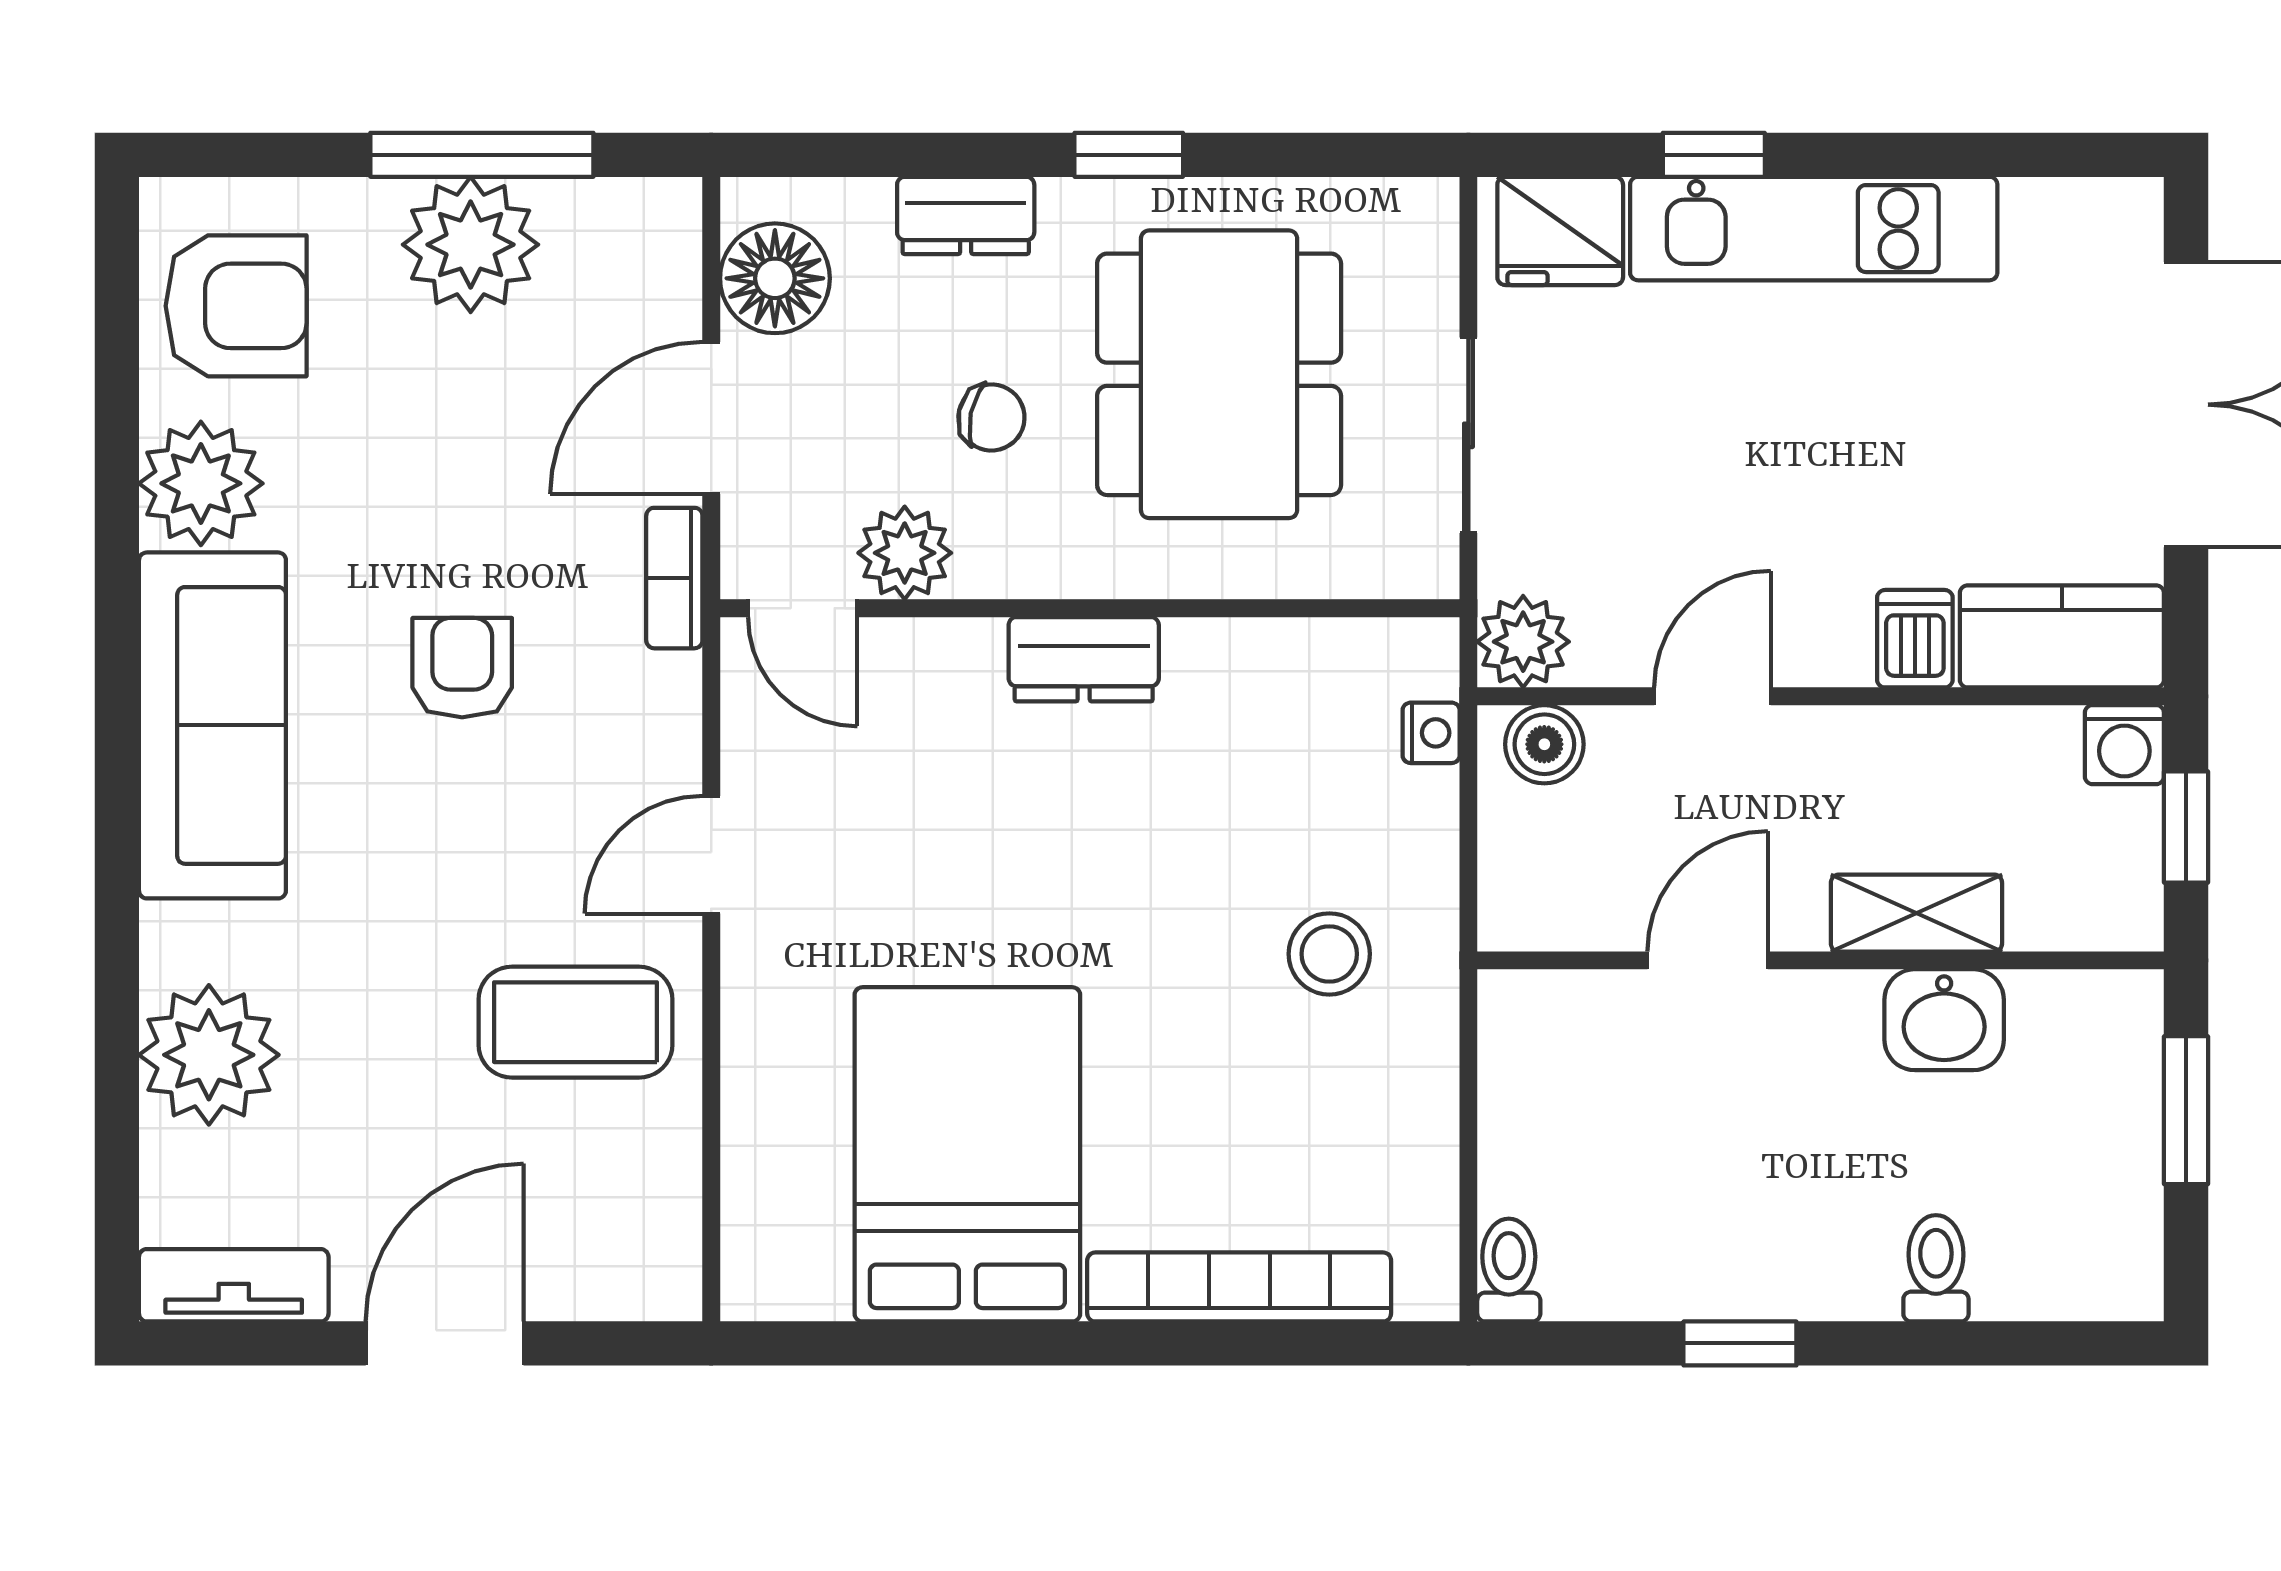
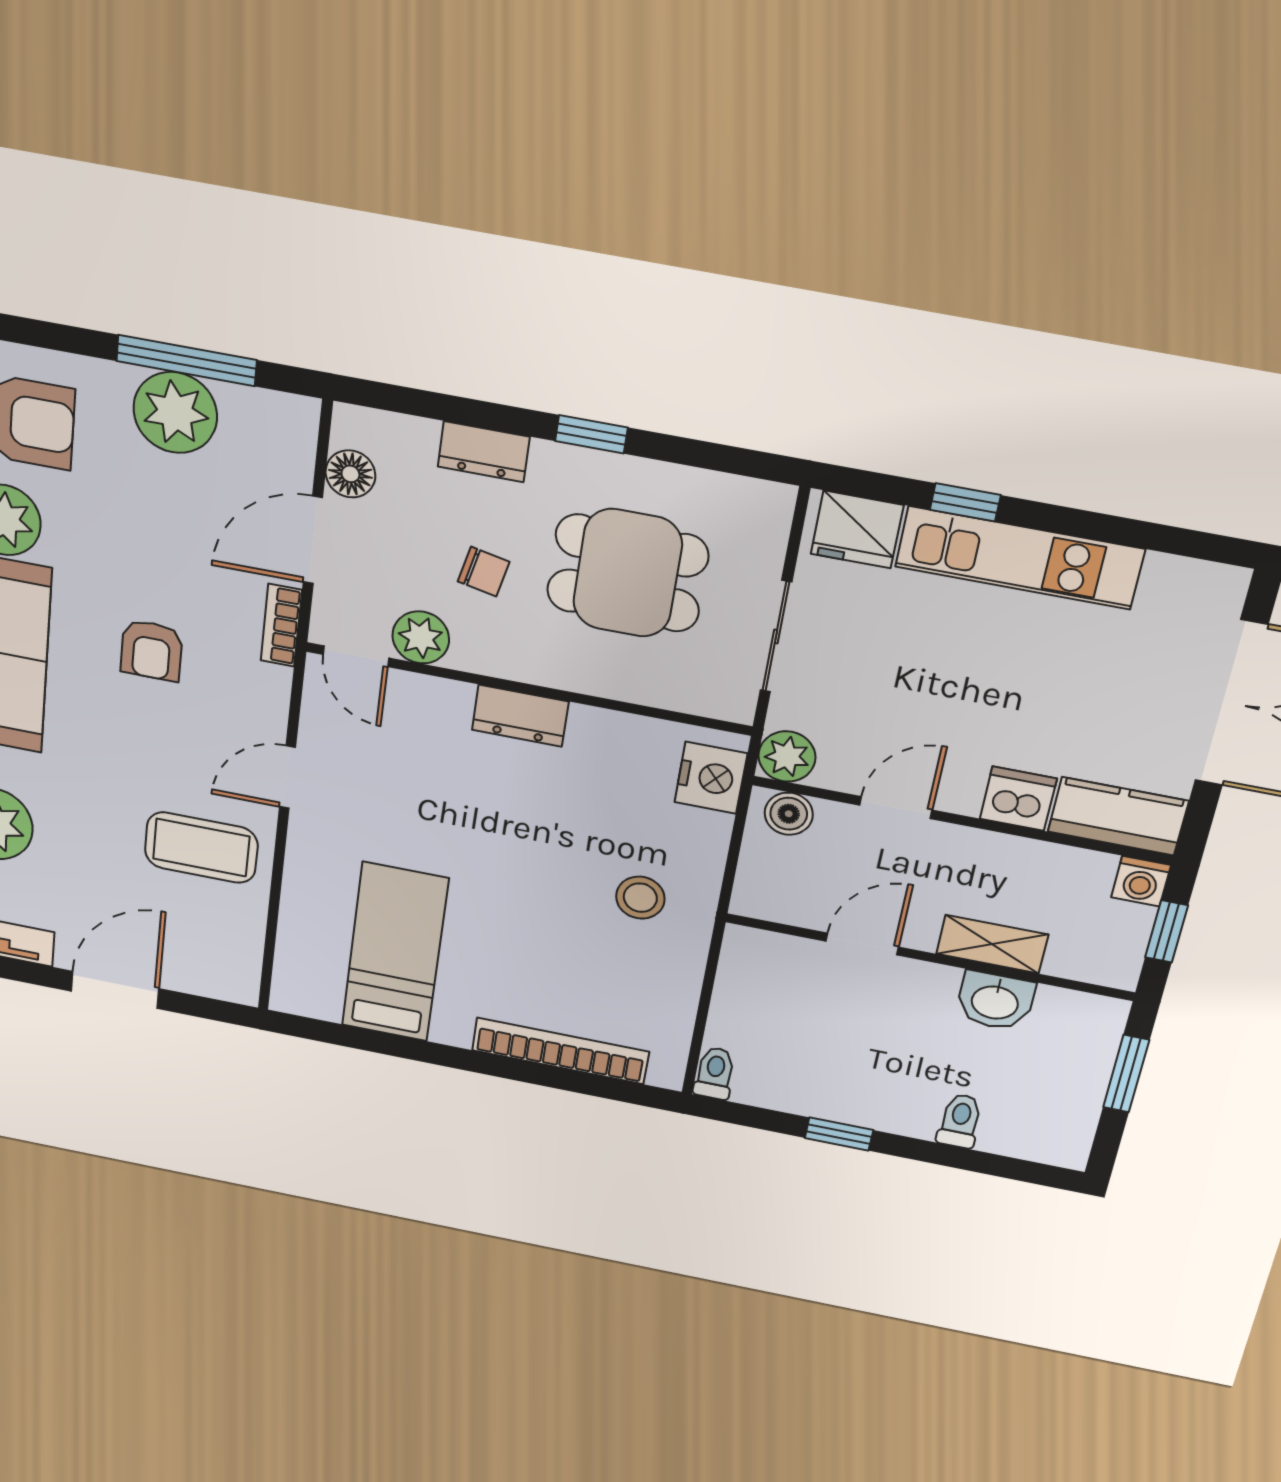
floor lamp: (775, 278) -> (350, 474), width x0.73, depth x0.73
dining table: (1219, 374) -> (627, 573), width x0.73
dishwasher: (1915, 639) -> (1018, 799), width x1.38
armchair: (462, 668) -> (151, 650), turned 180
nightstand: (1431, 733) -> (711, 778), width x1.89, depth x1.79
bed: (967, 1154) -> (395, 952), width x0.67

